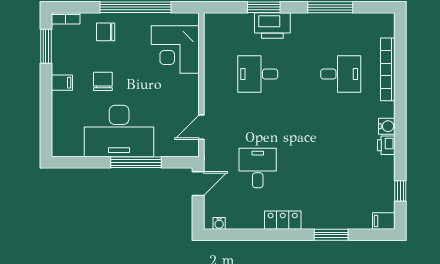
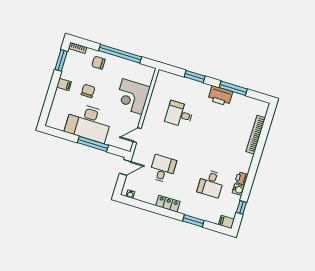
printer: (272, 25) -> (220, 96), moved
corner desk: (175, 49) -> (132, 97), moved
desk: (341, 74) -> (211, 184), moved, turned 90
water cooler: (387, 126) -> (238, 190), moved

